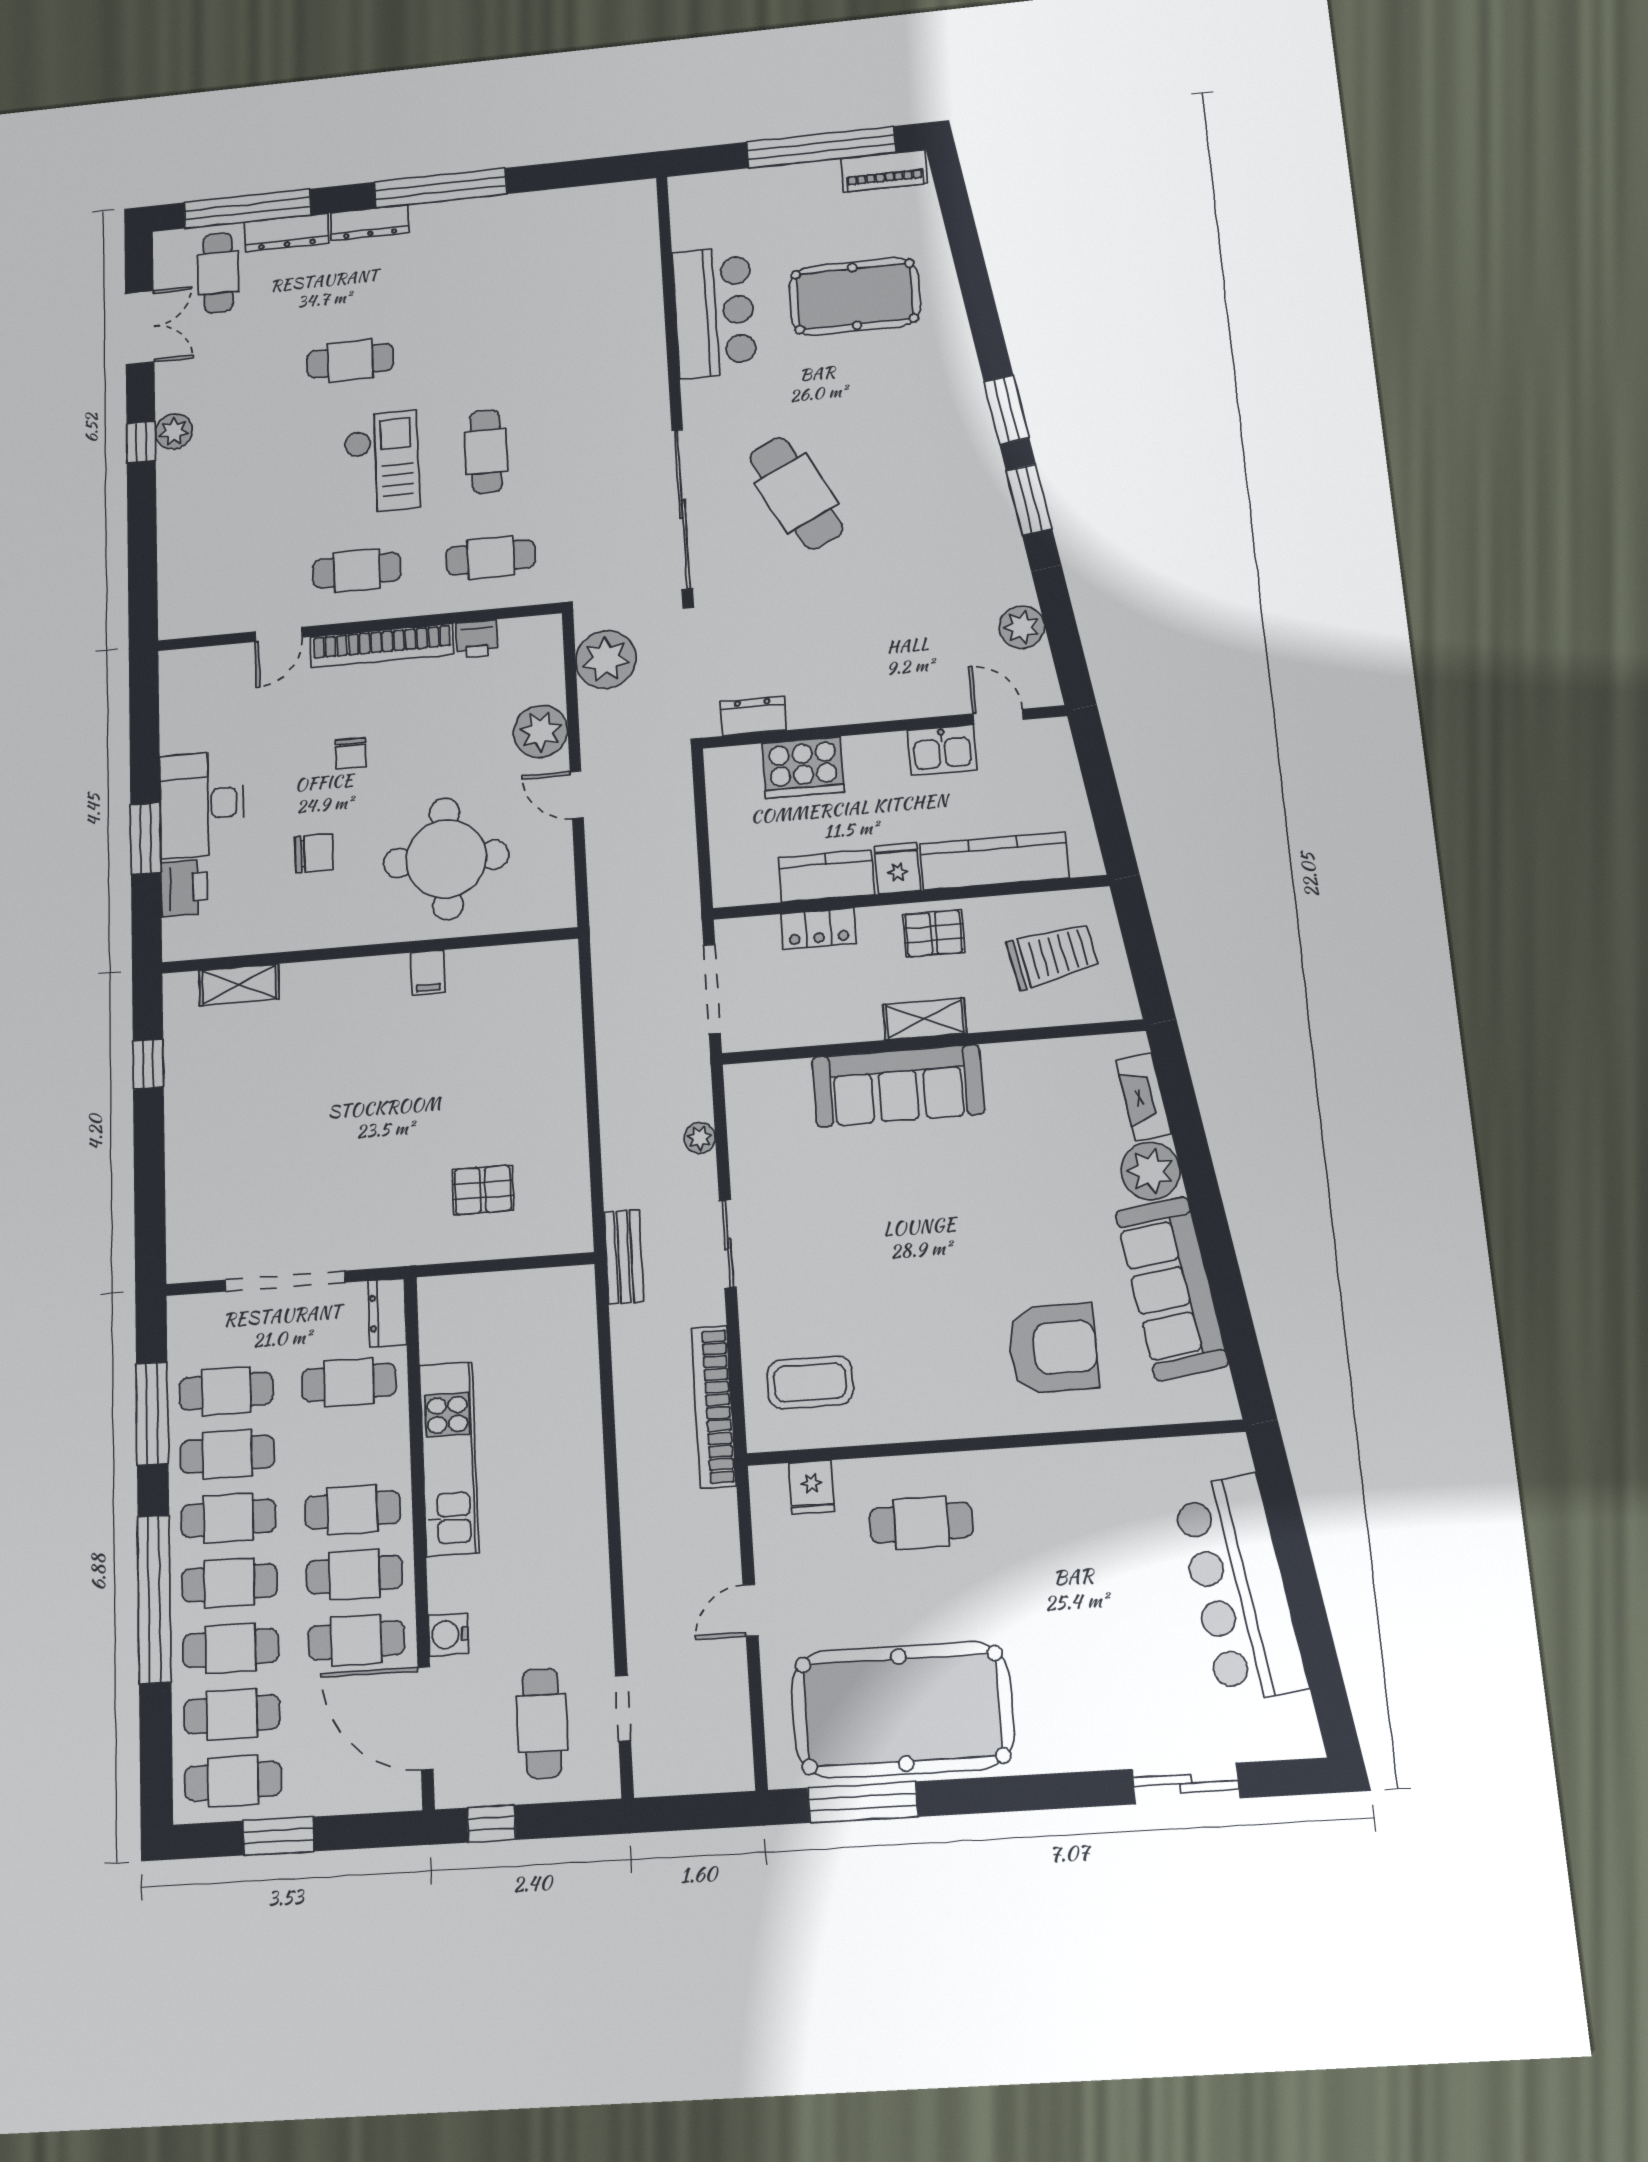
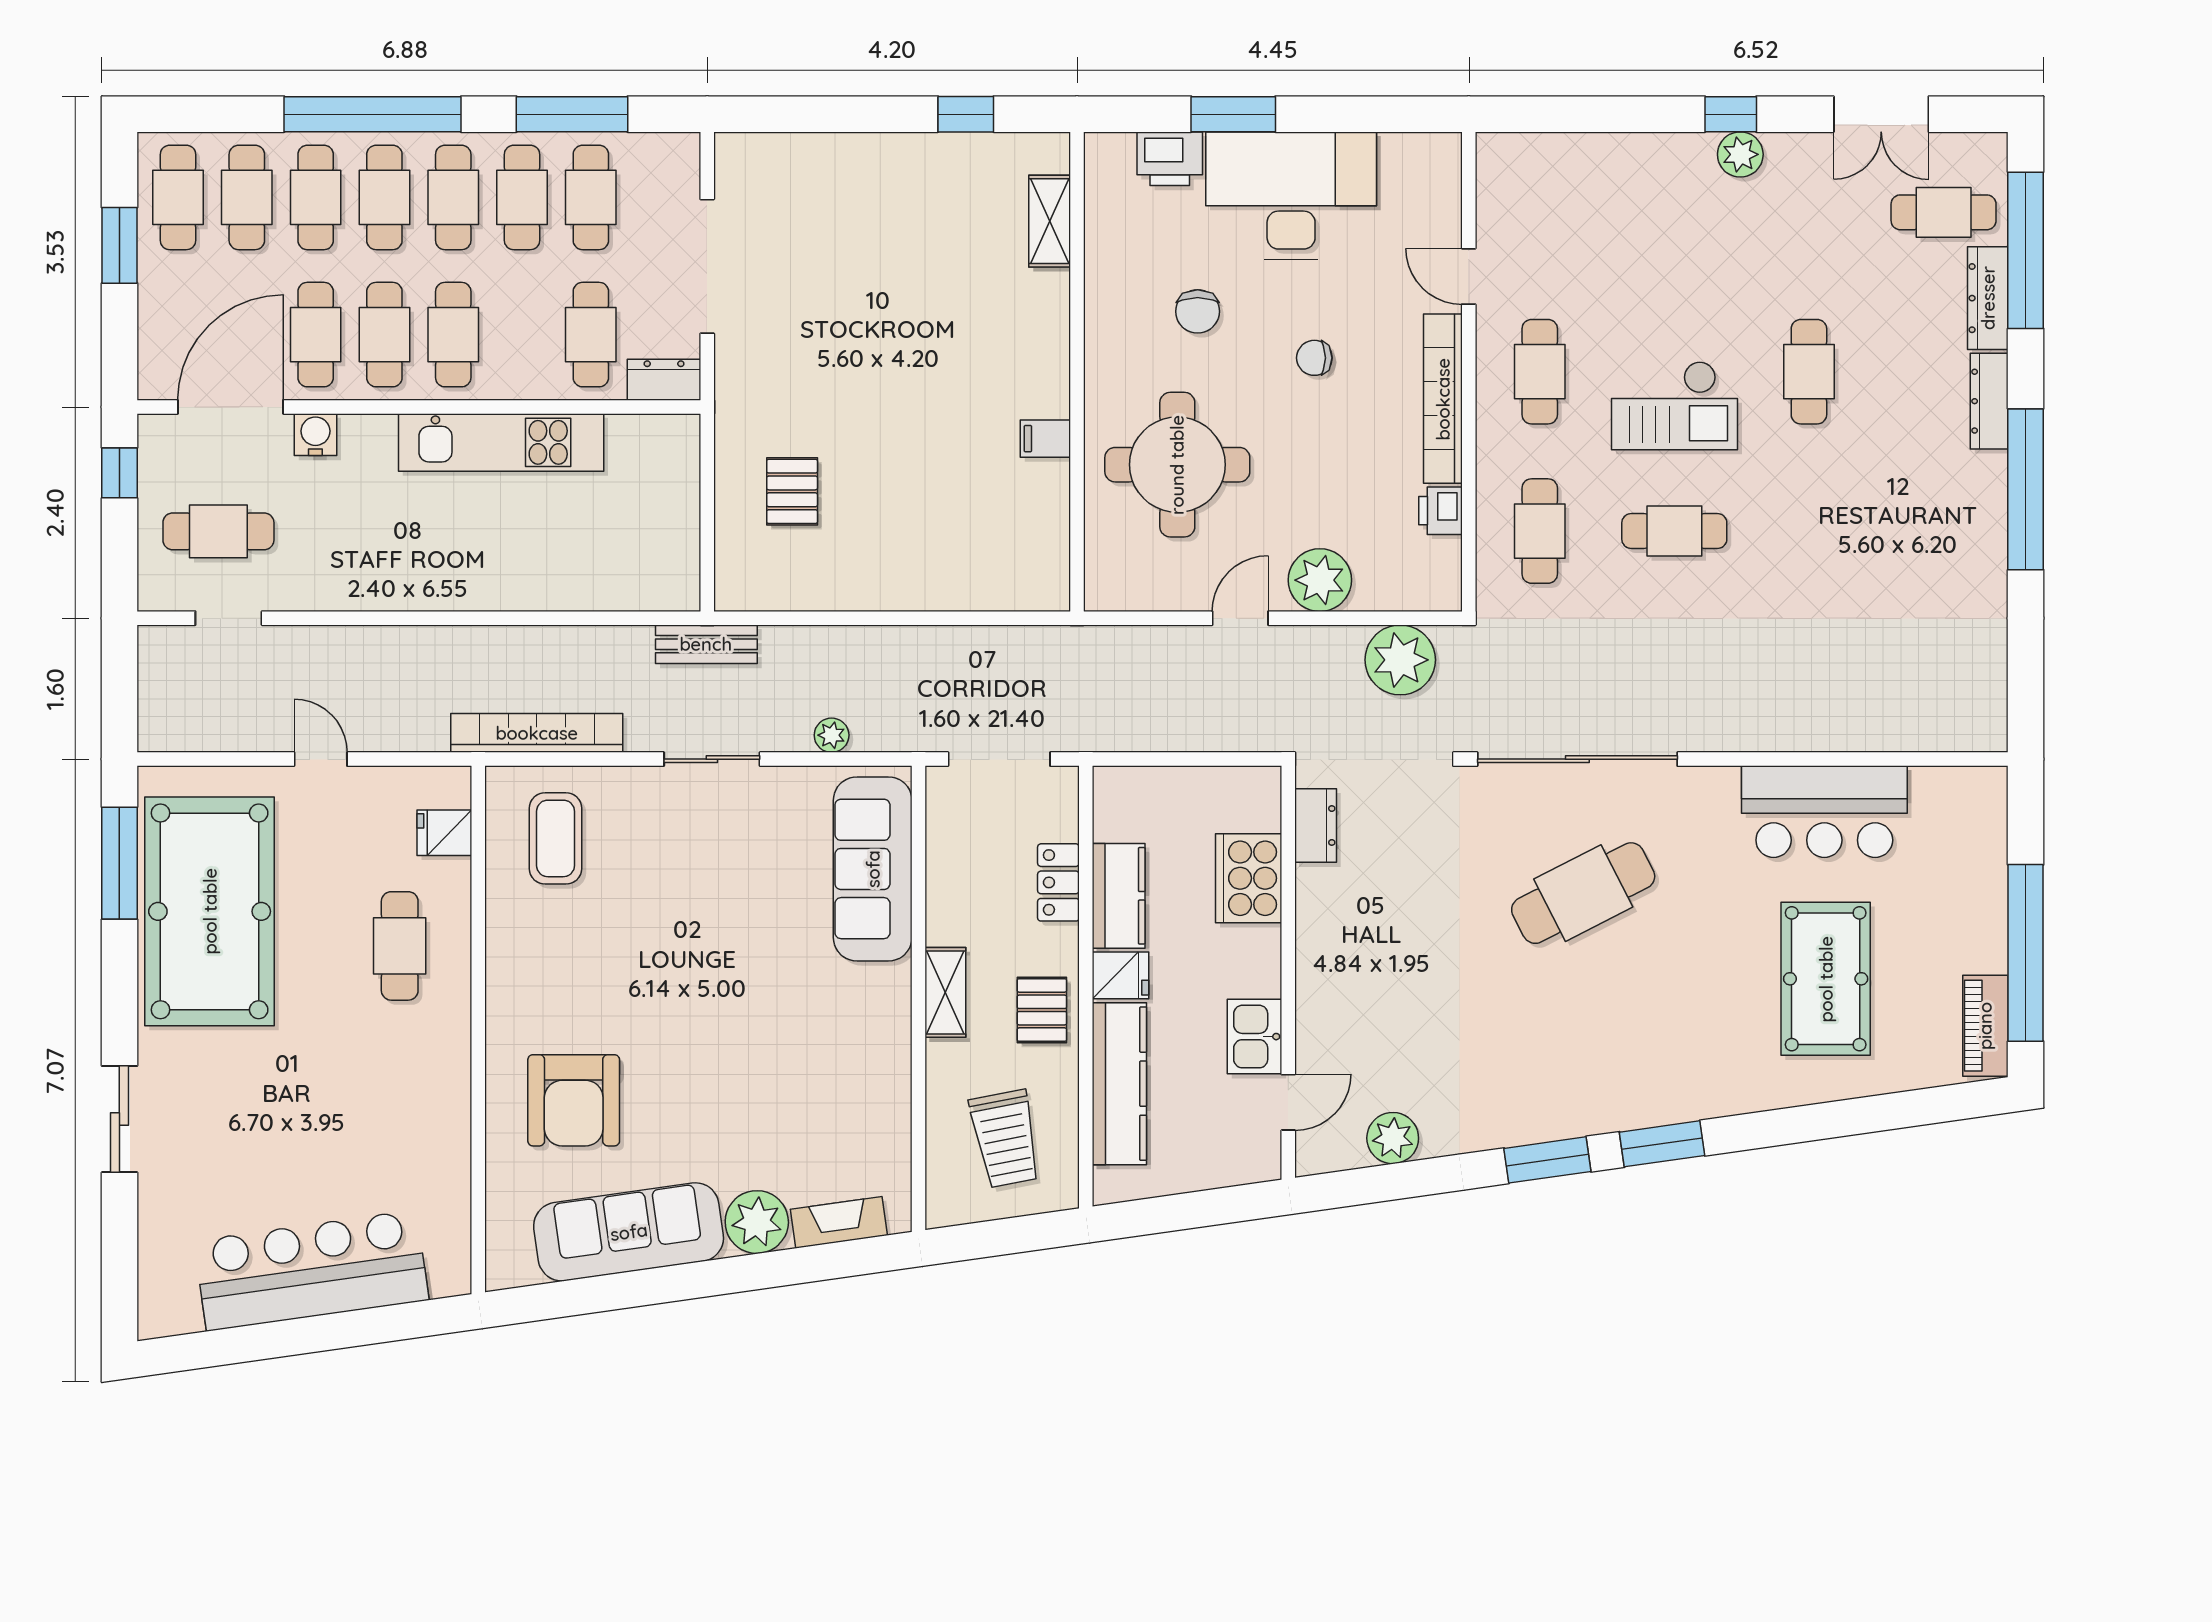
desk: (202, 805) -> (1291, 196), width x1.36, depth x1.30
sofa: (898, 1086) -> (873, 869), moved
sliding door: (1186, 1784) -> (119, 1119), moved

